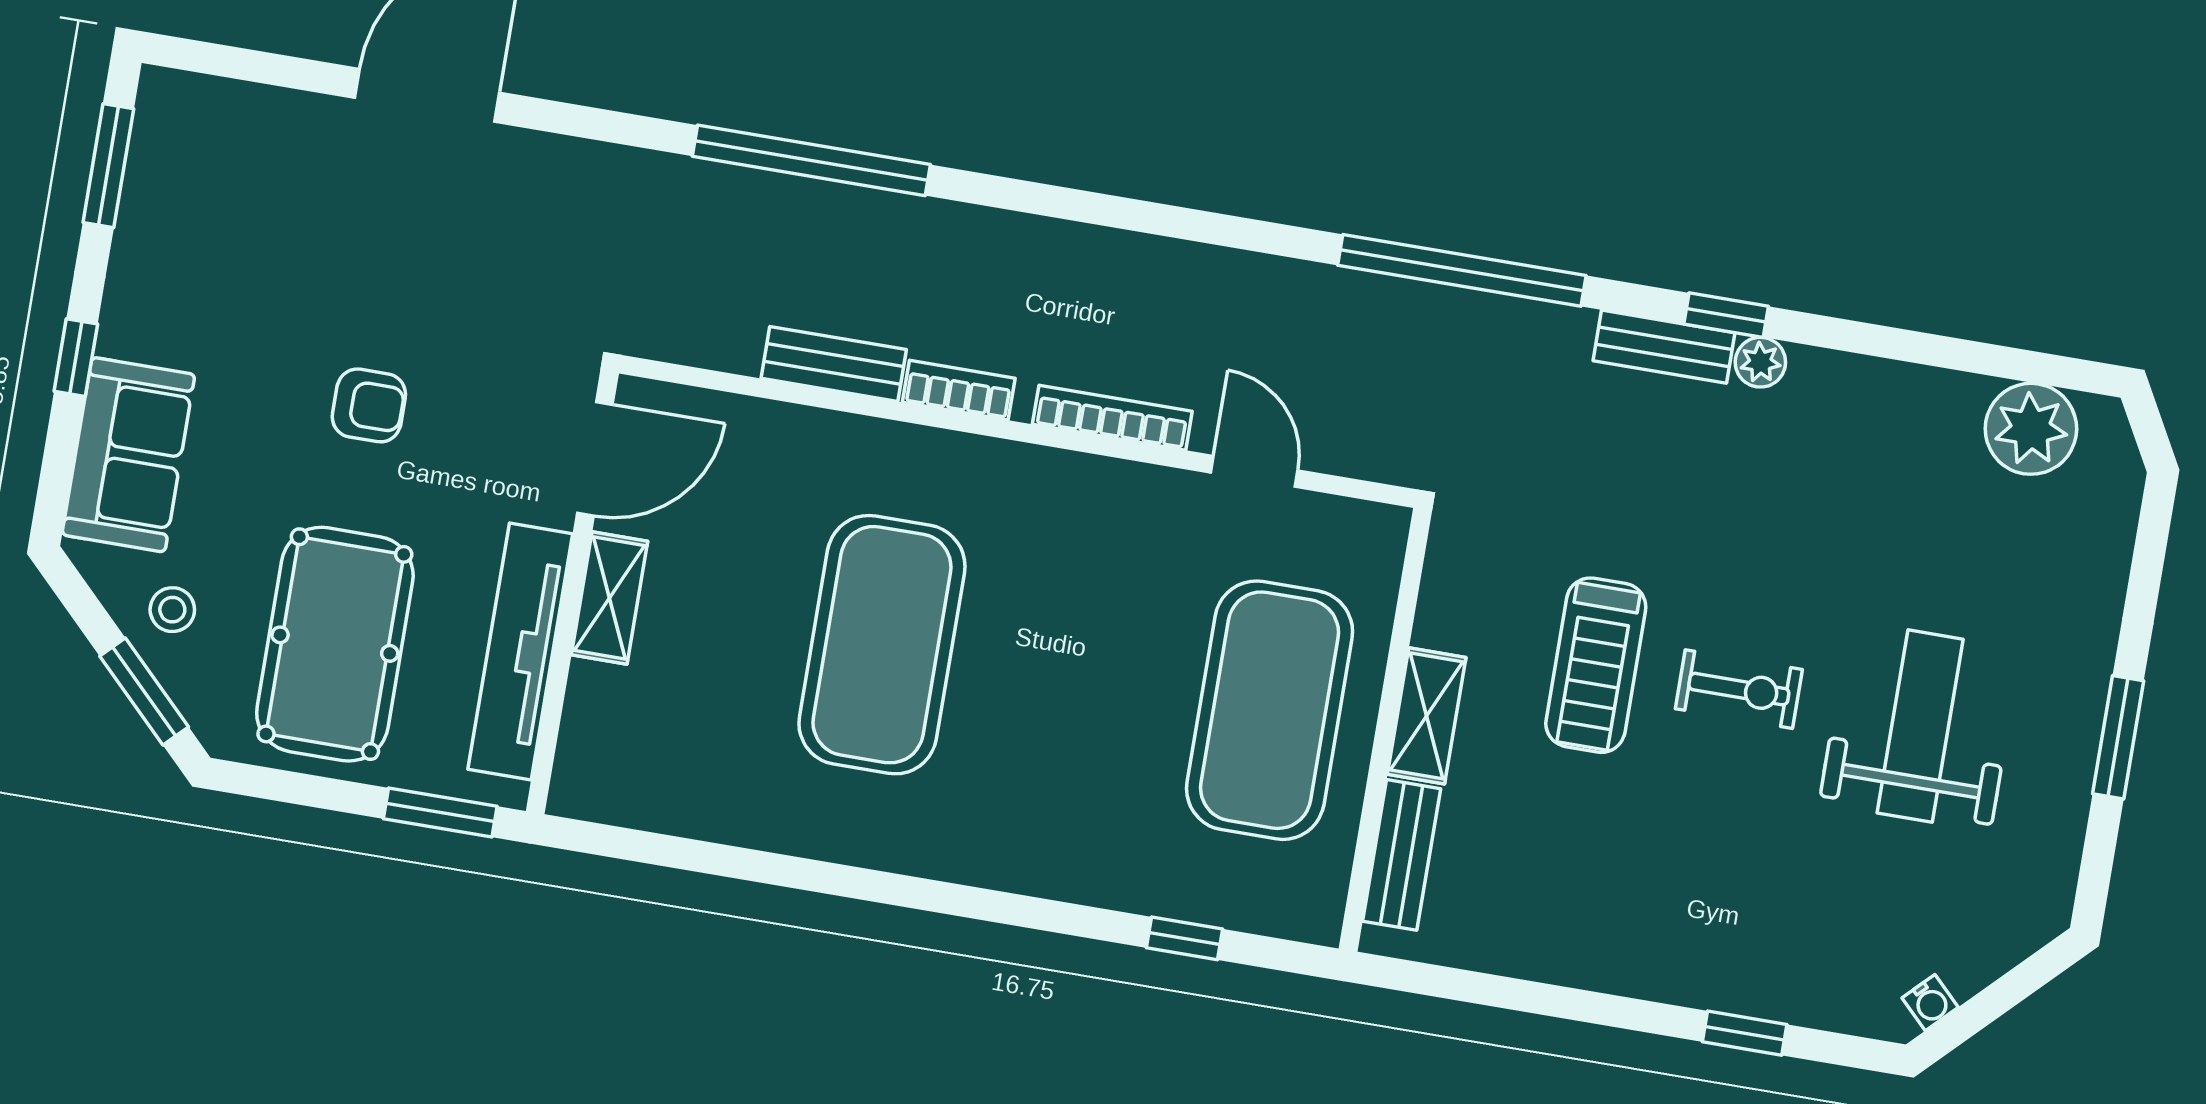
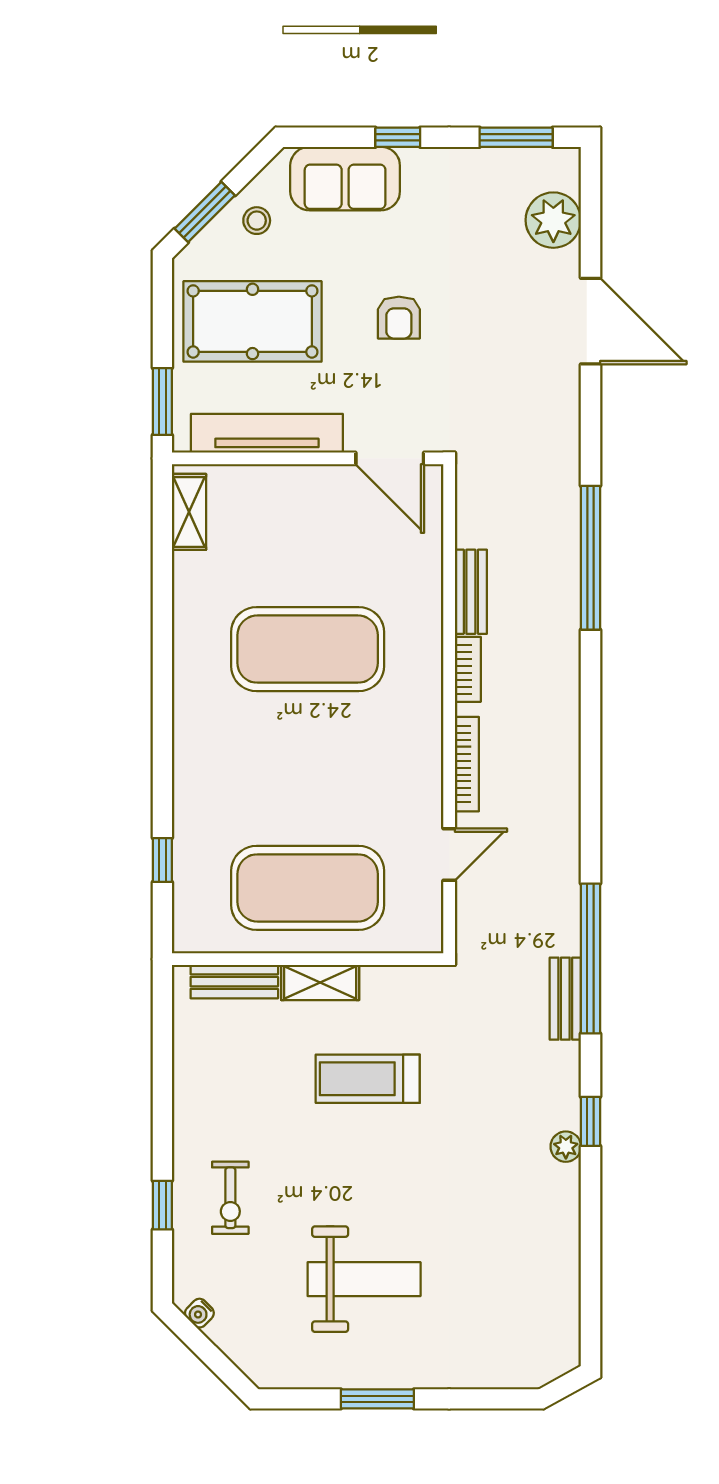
bench: (1664, 347) -> (565, 999), moved
plant: (2031, 429) -> (553, 220), moved
shelving: (609, 598) -> (189, 512), moved, turned 90
exercise bike: (1739, 689) -> (230, 1198), moved

